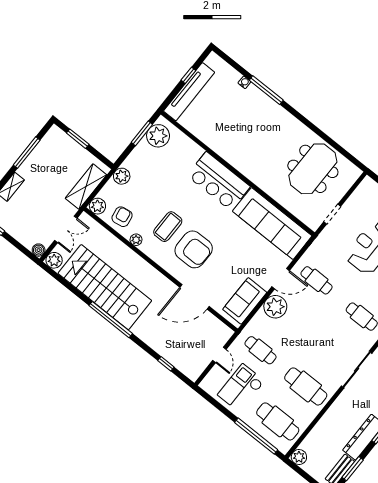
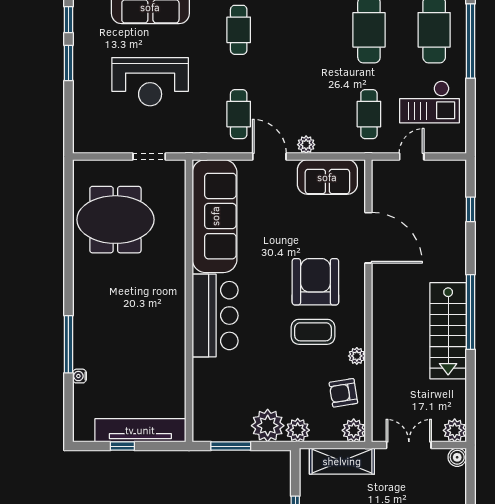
plant: (158, 136) -> (268, 426), moved
stairs: (105, 287) -> (448, 331), width x0.73, depth x0.66
plant: (275, 307) -> (306, 145), width x0.53, depth x0.53

